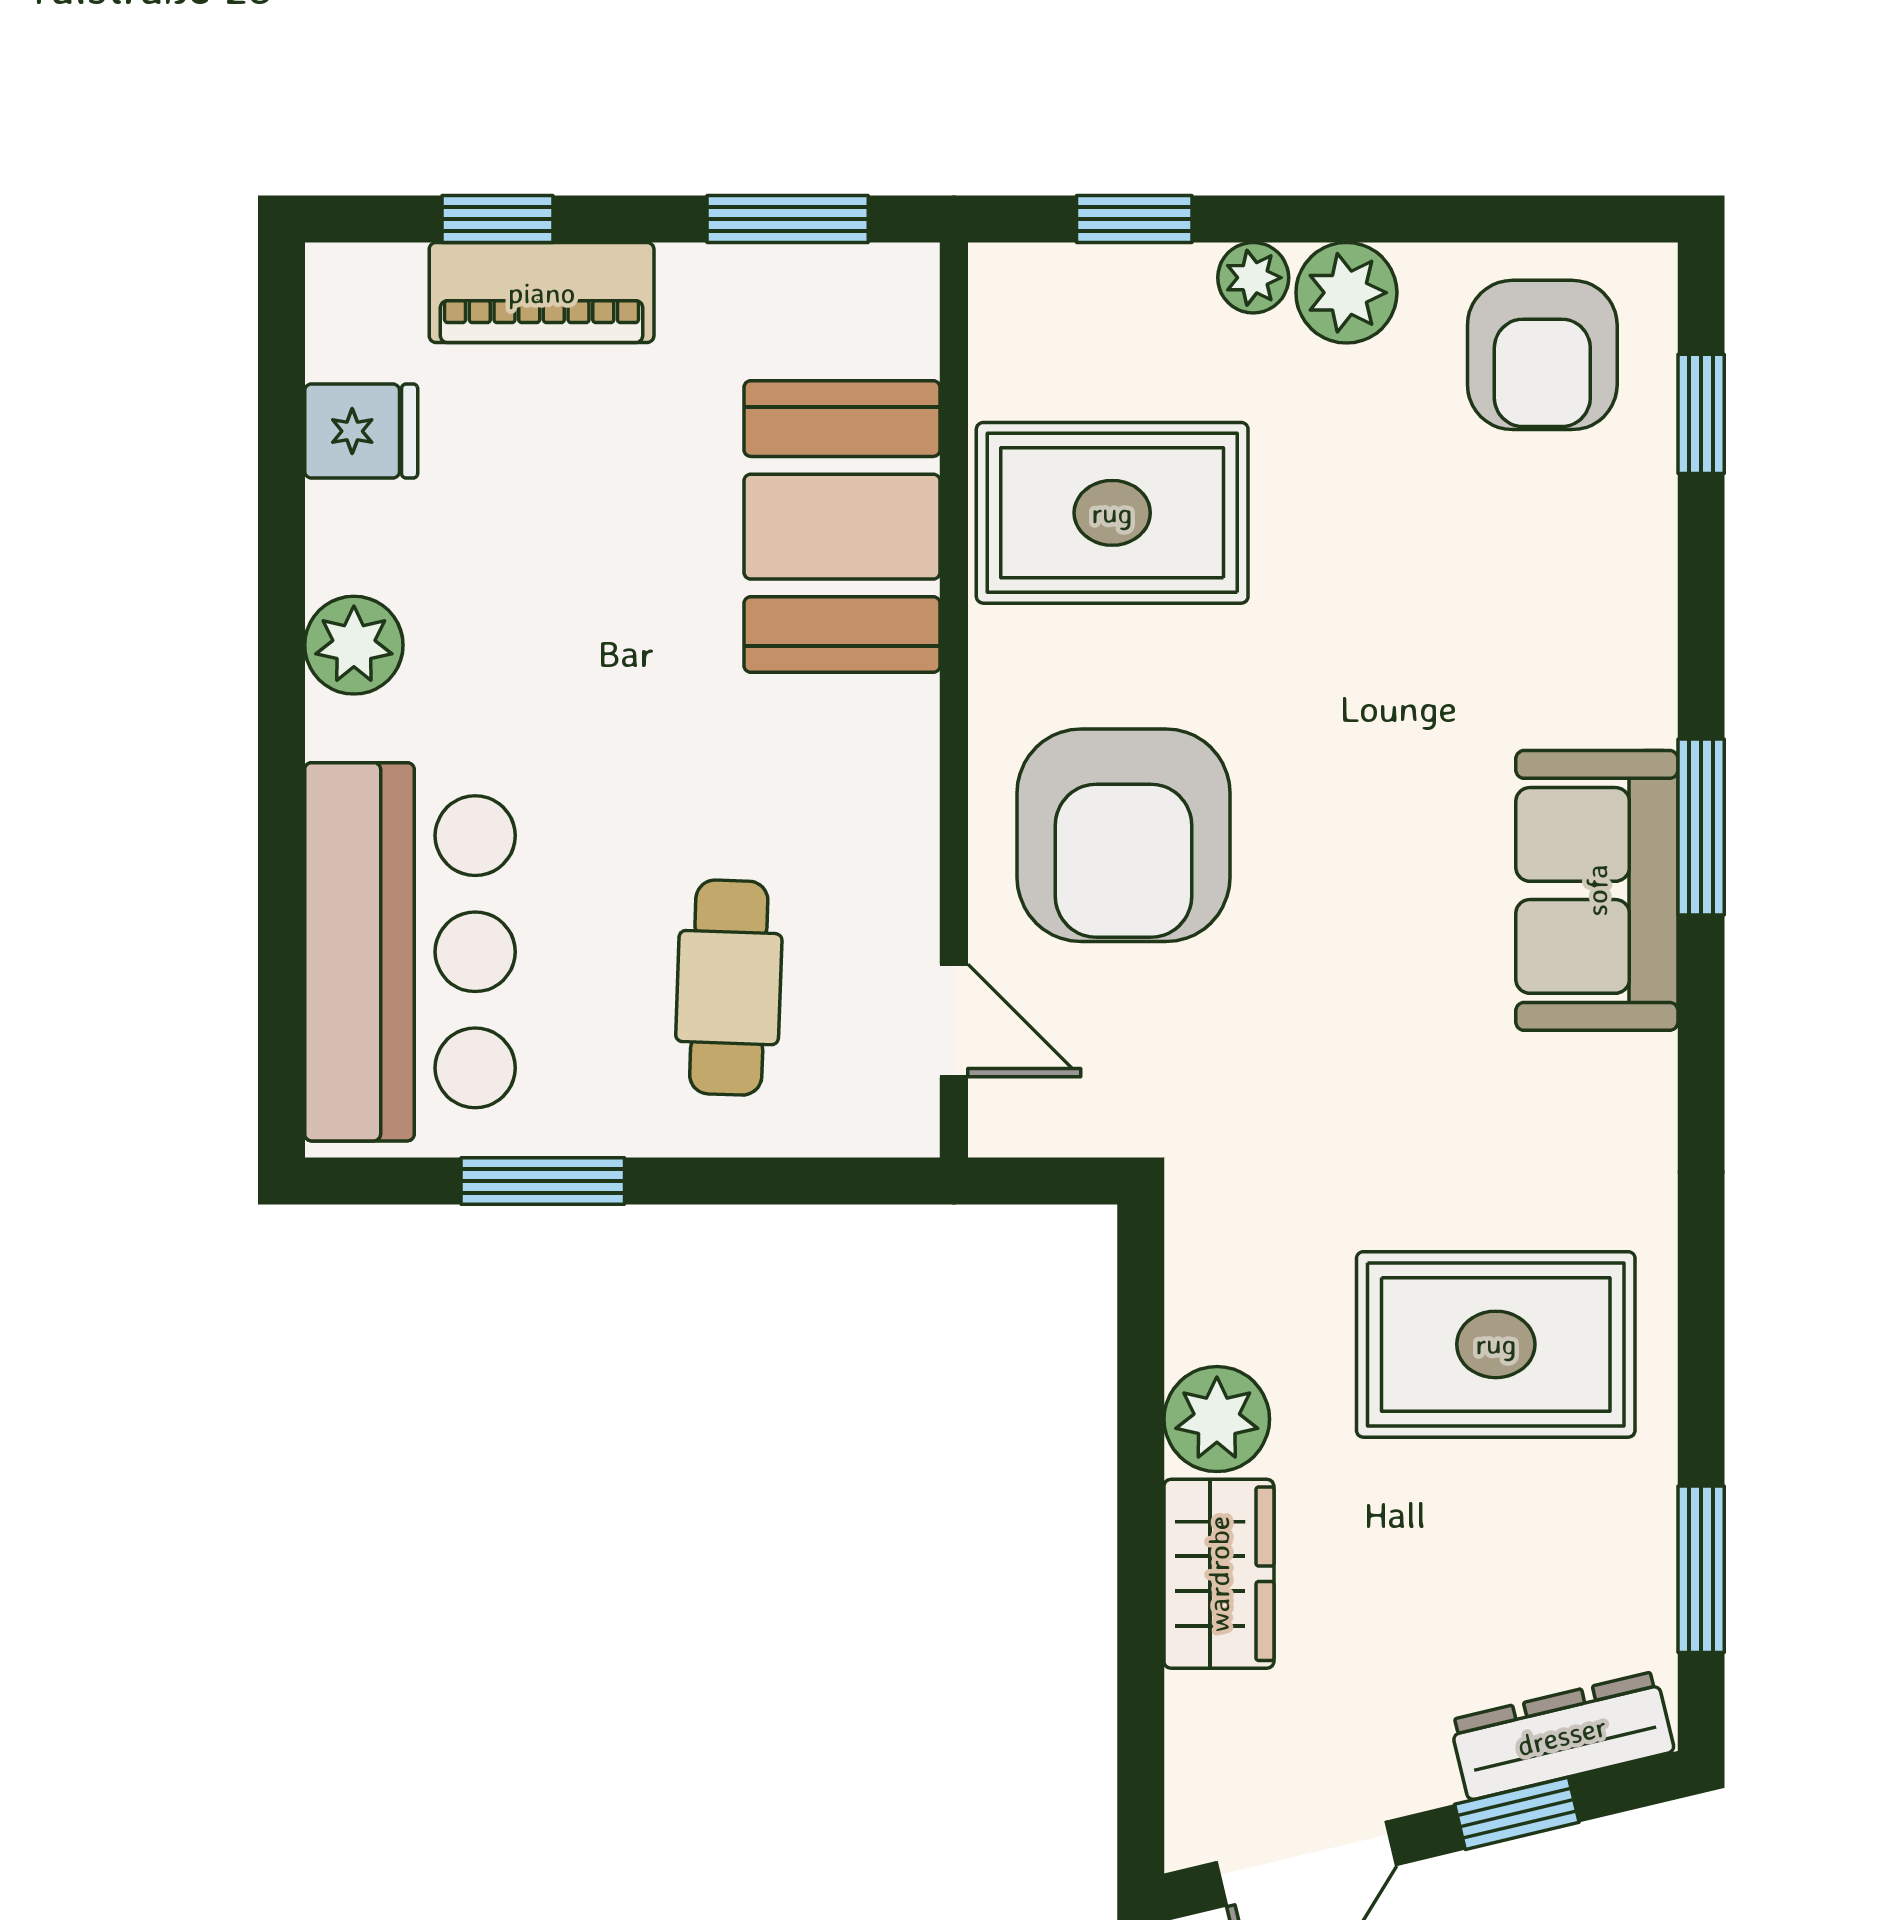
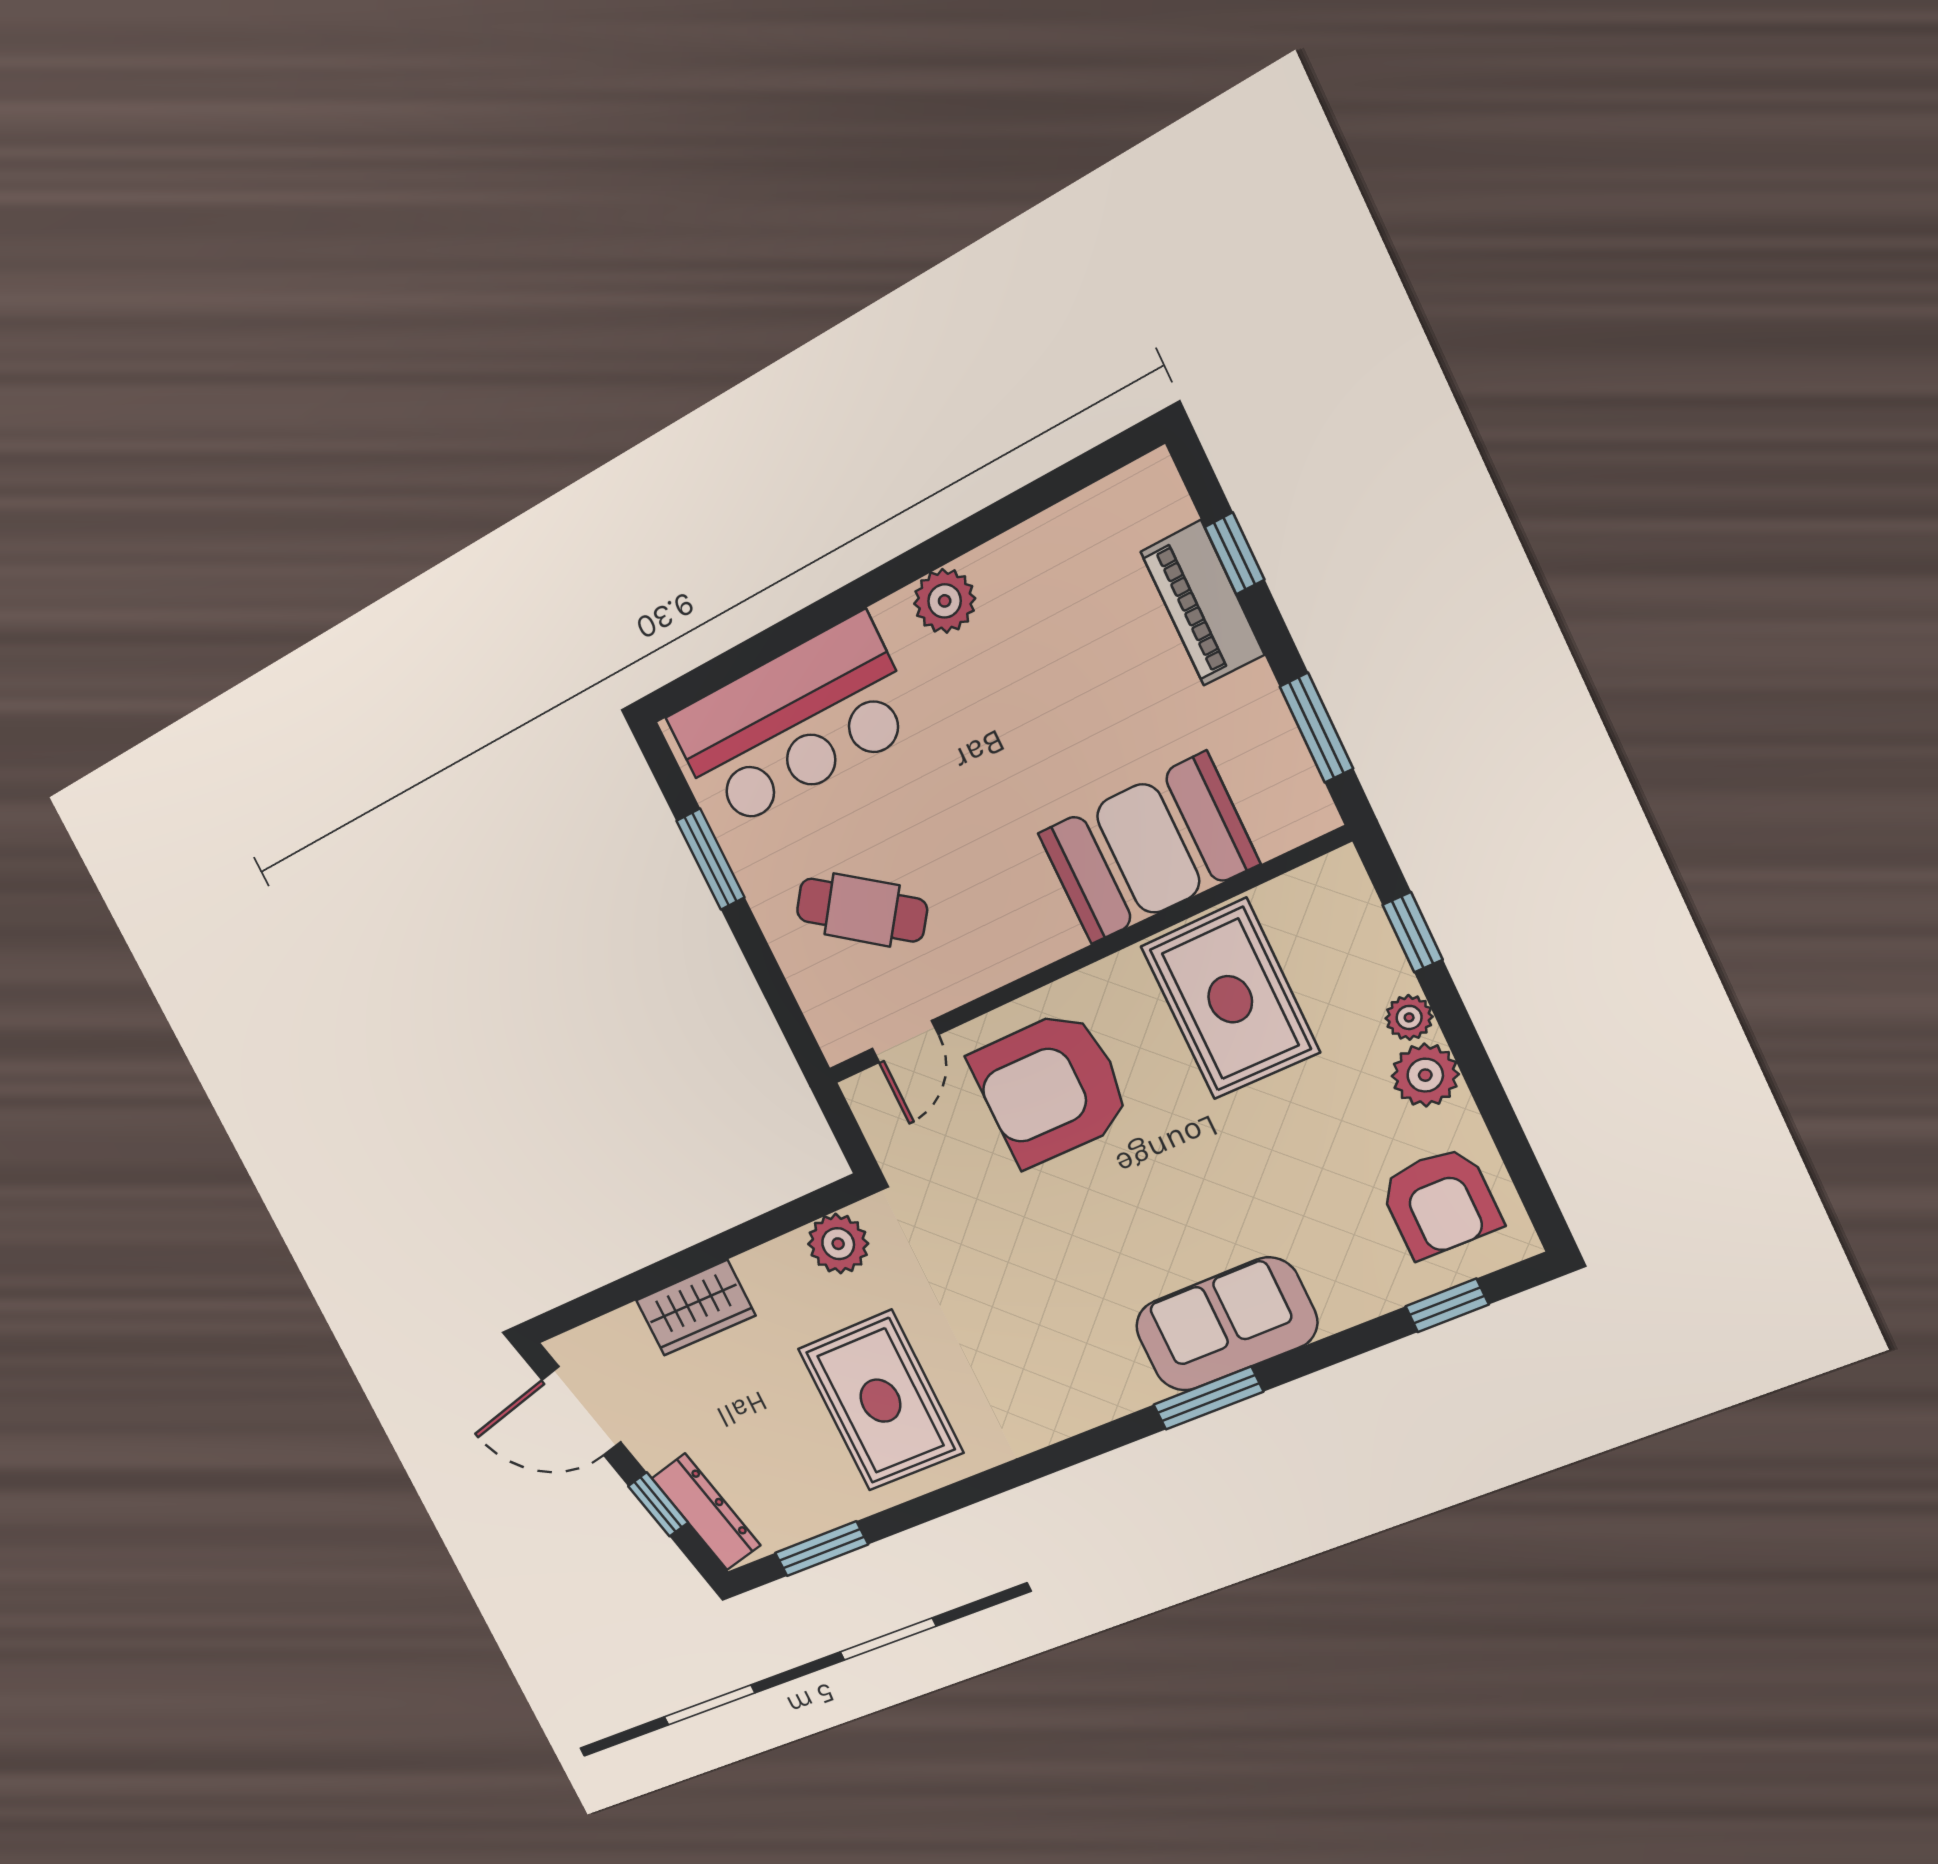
armchair: (1542, 355) -> (1440, 1202), turned -90
fridge: (361, 431) -> (1069, 539), removed
sofa: (1597, 890) -> (1226, 1324), moved
cafe table: (729, 988) -> (862, 910), turned 34
plant: (1217, 1419) -> (838, 1244), moved

